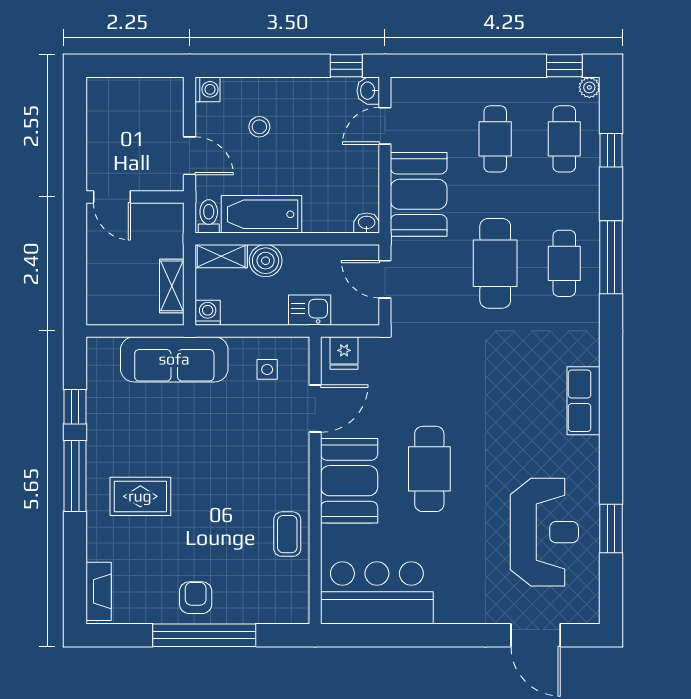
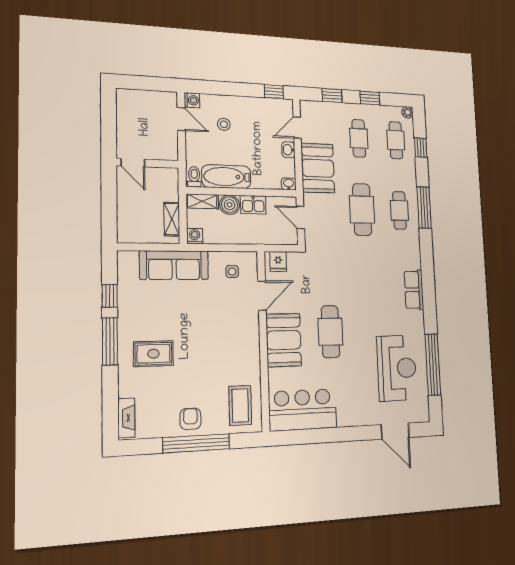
window: (450, 66) -> (332, 96), added
window: (564, 66) -> (370, 98), moved
washbasin: (368, 91) -> (288, 150), moved
door: (189, 156) -> (181, 119), moved
kitchen sink: (310, 310) -> (253, 205), moved, turned 180
window: (611, 529) -> (433, 365), width x2.11
coffee table: (287, 534) -> (240, 405), moved, width x1.36, depth x1.30

